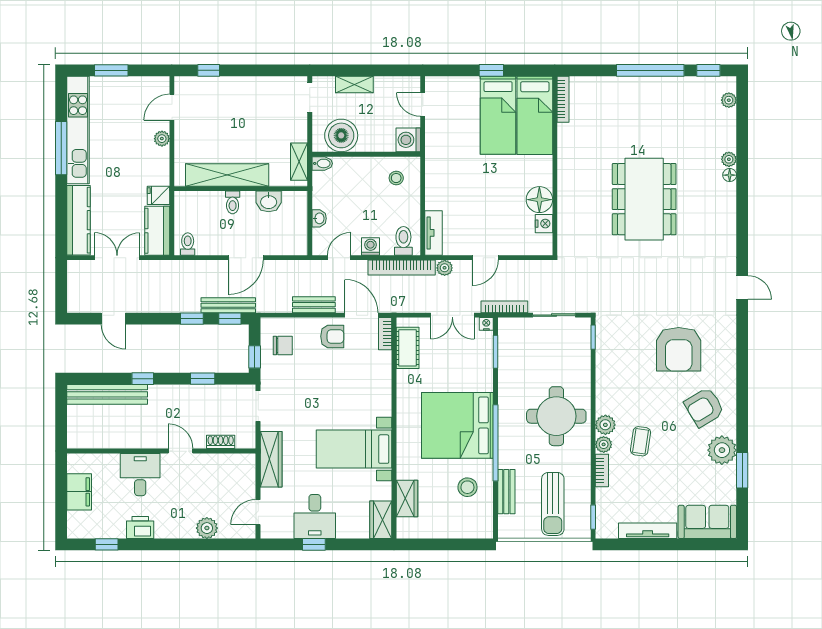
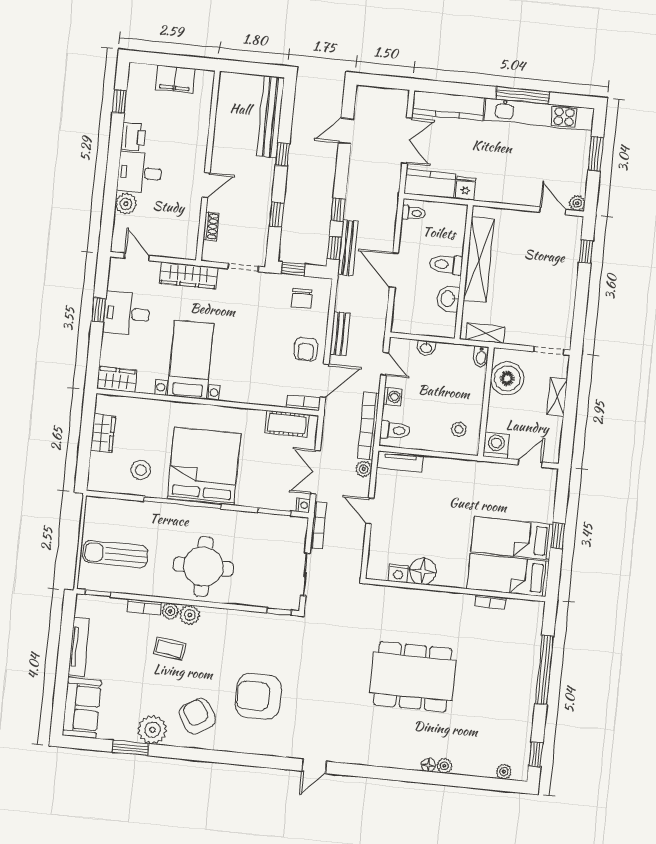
window: (650, 70) -> (544, 670), moved
bookcase: (563, 99) -> (490, 602), moved, width x0.64
plant: (162, 139) -> (577, 203), moved
toilet: (233, 202) -> (446, 265), width x1.37, depth x1.39
desk: (140, 475) -> (140, 173), moved, turned 180
bench: (506, 492) -> (132, 509), removed
wardrobe: (407, 498) -> (103, 433), moved, turned -90

